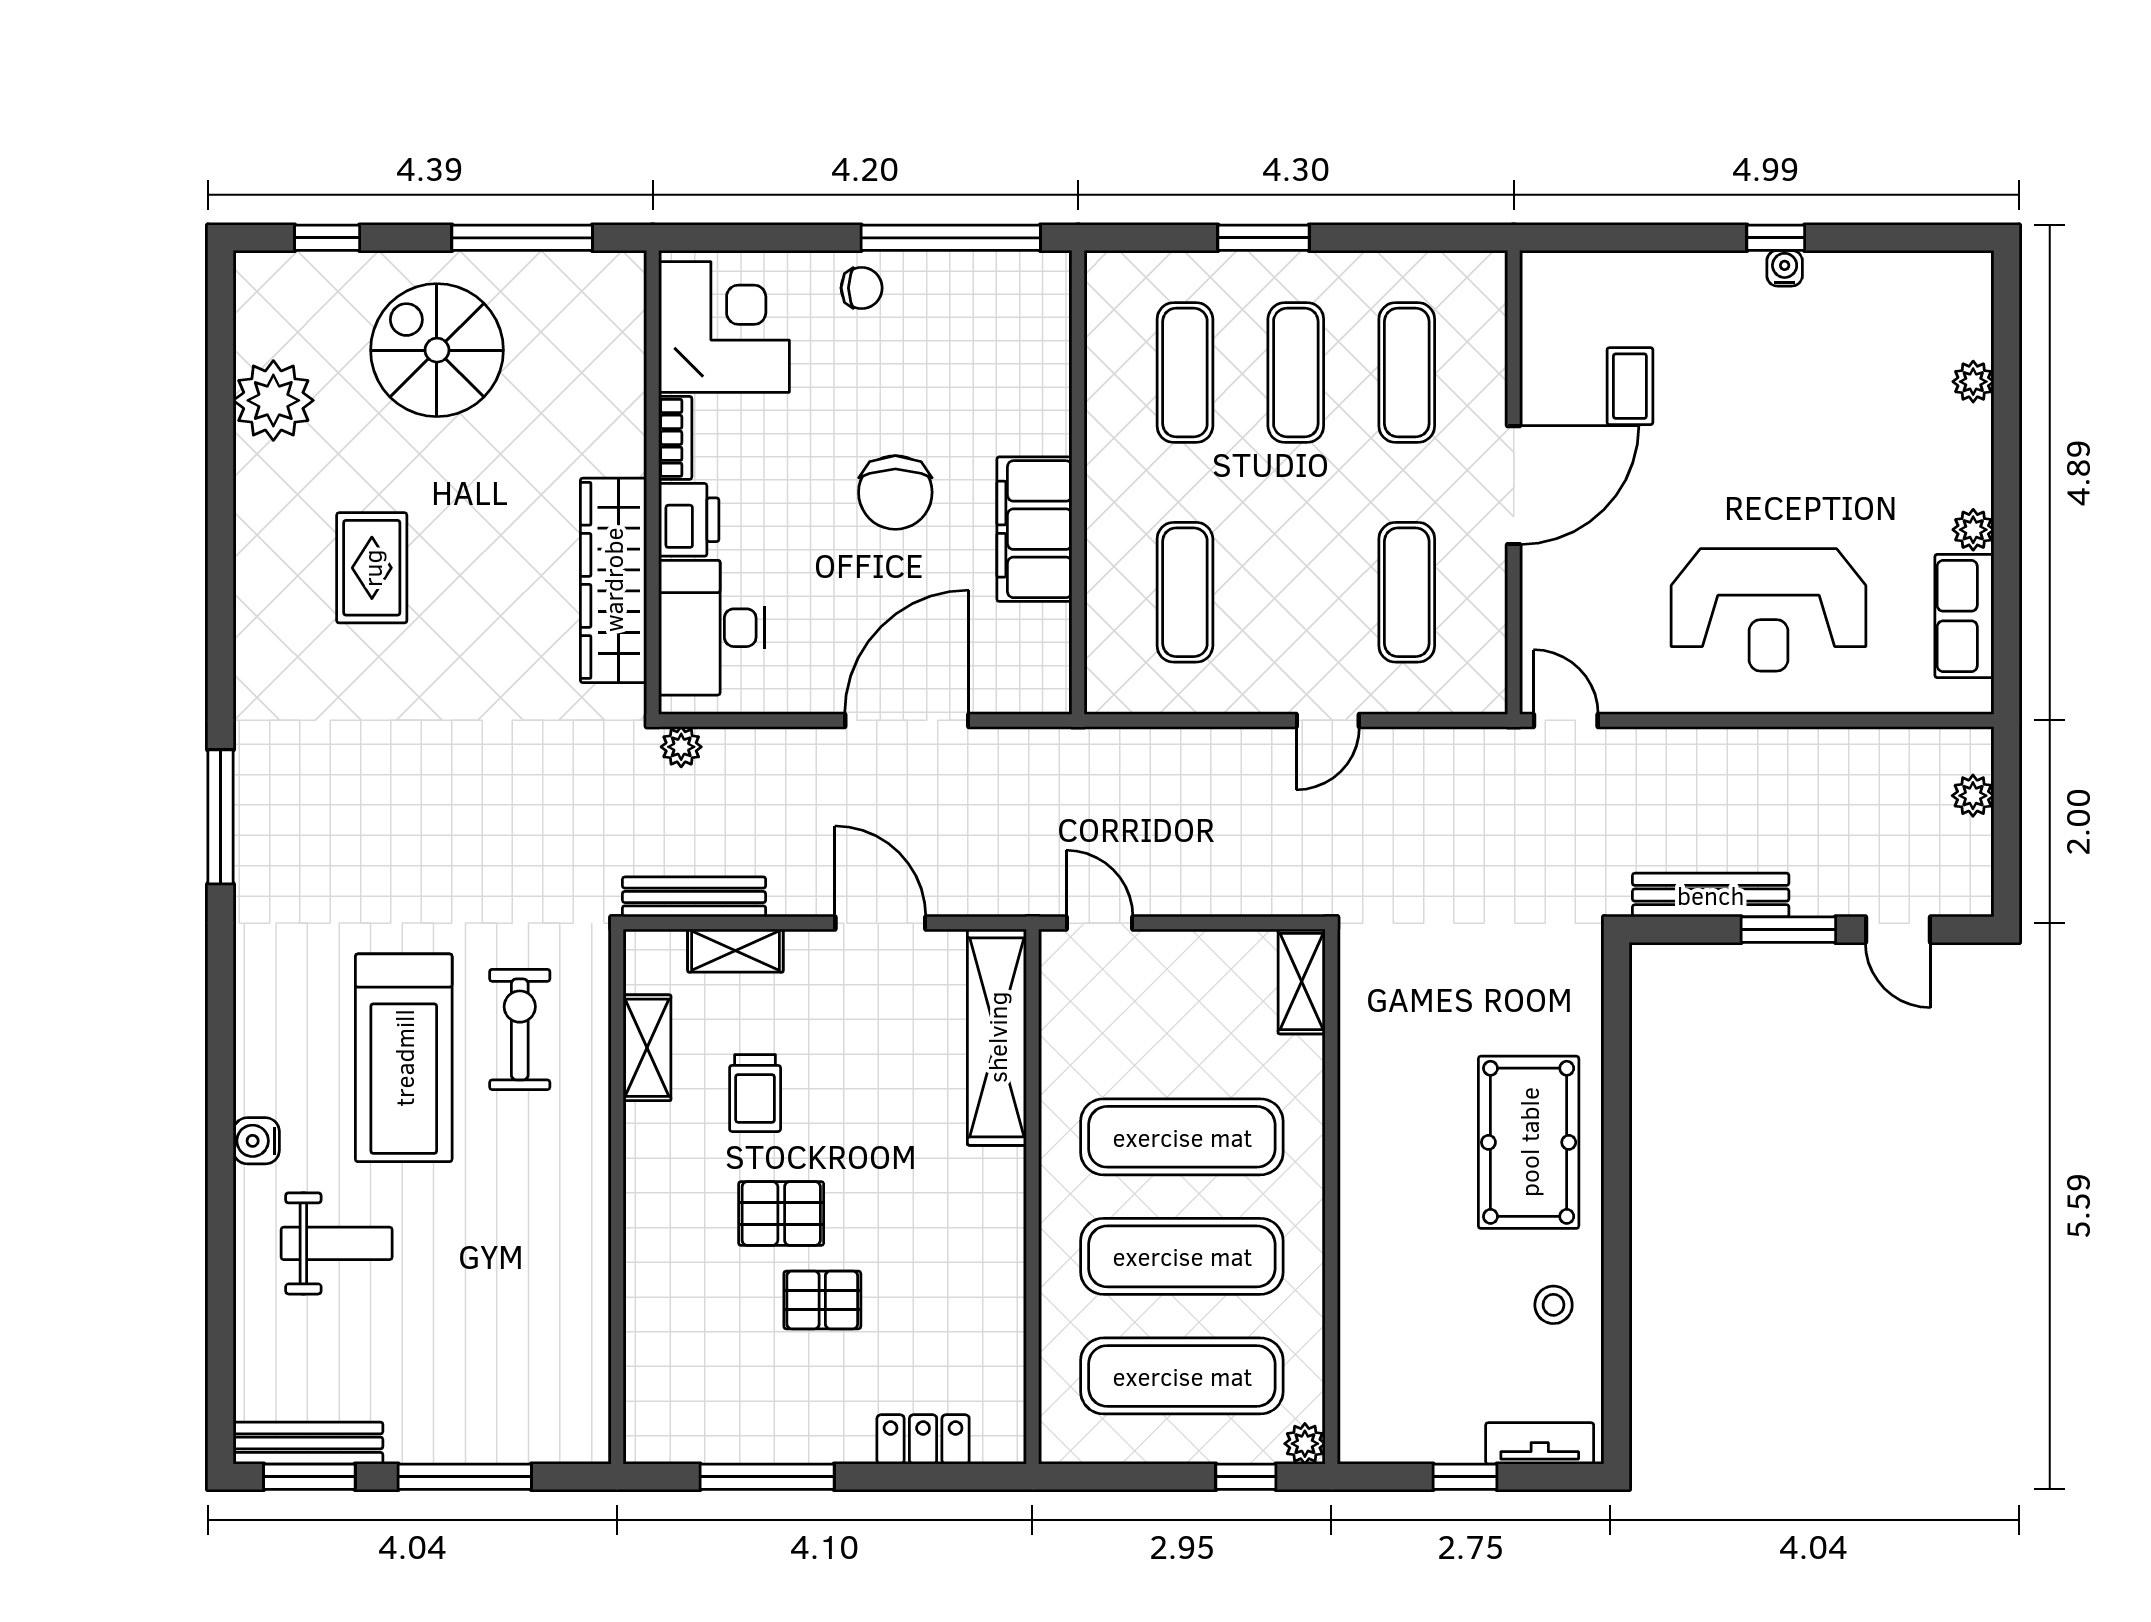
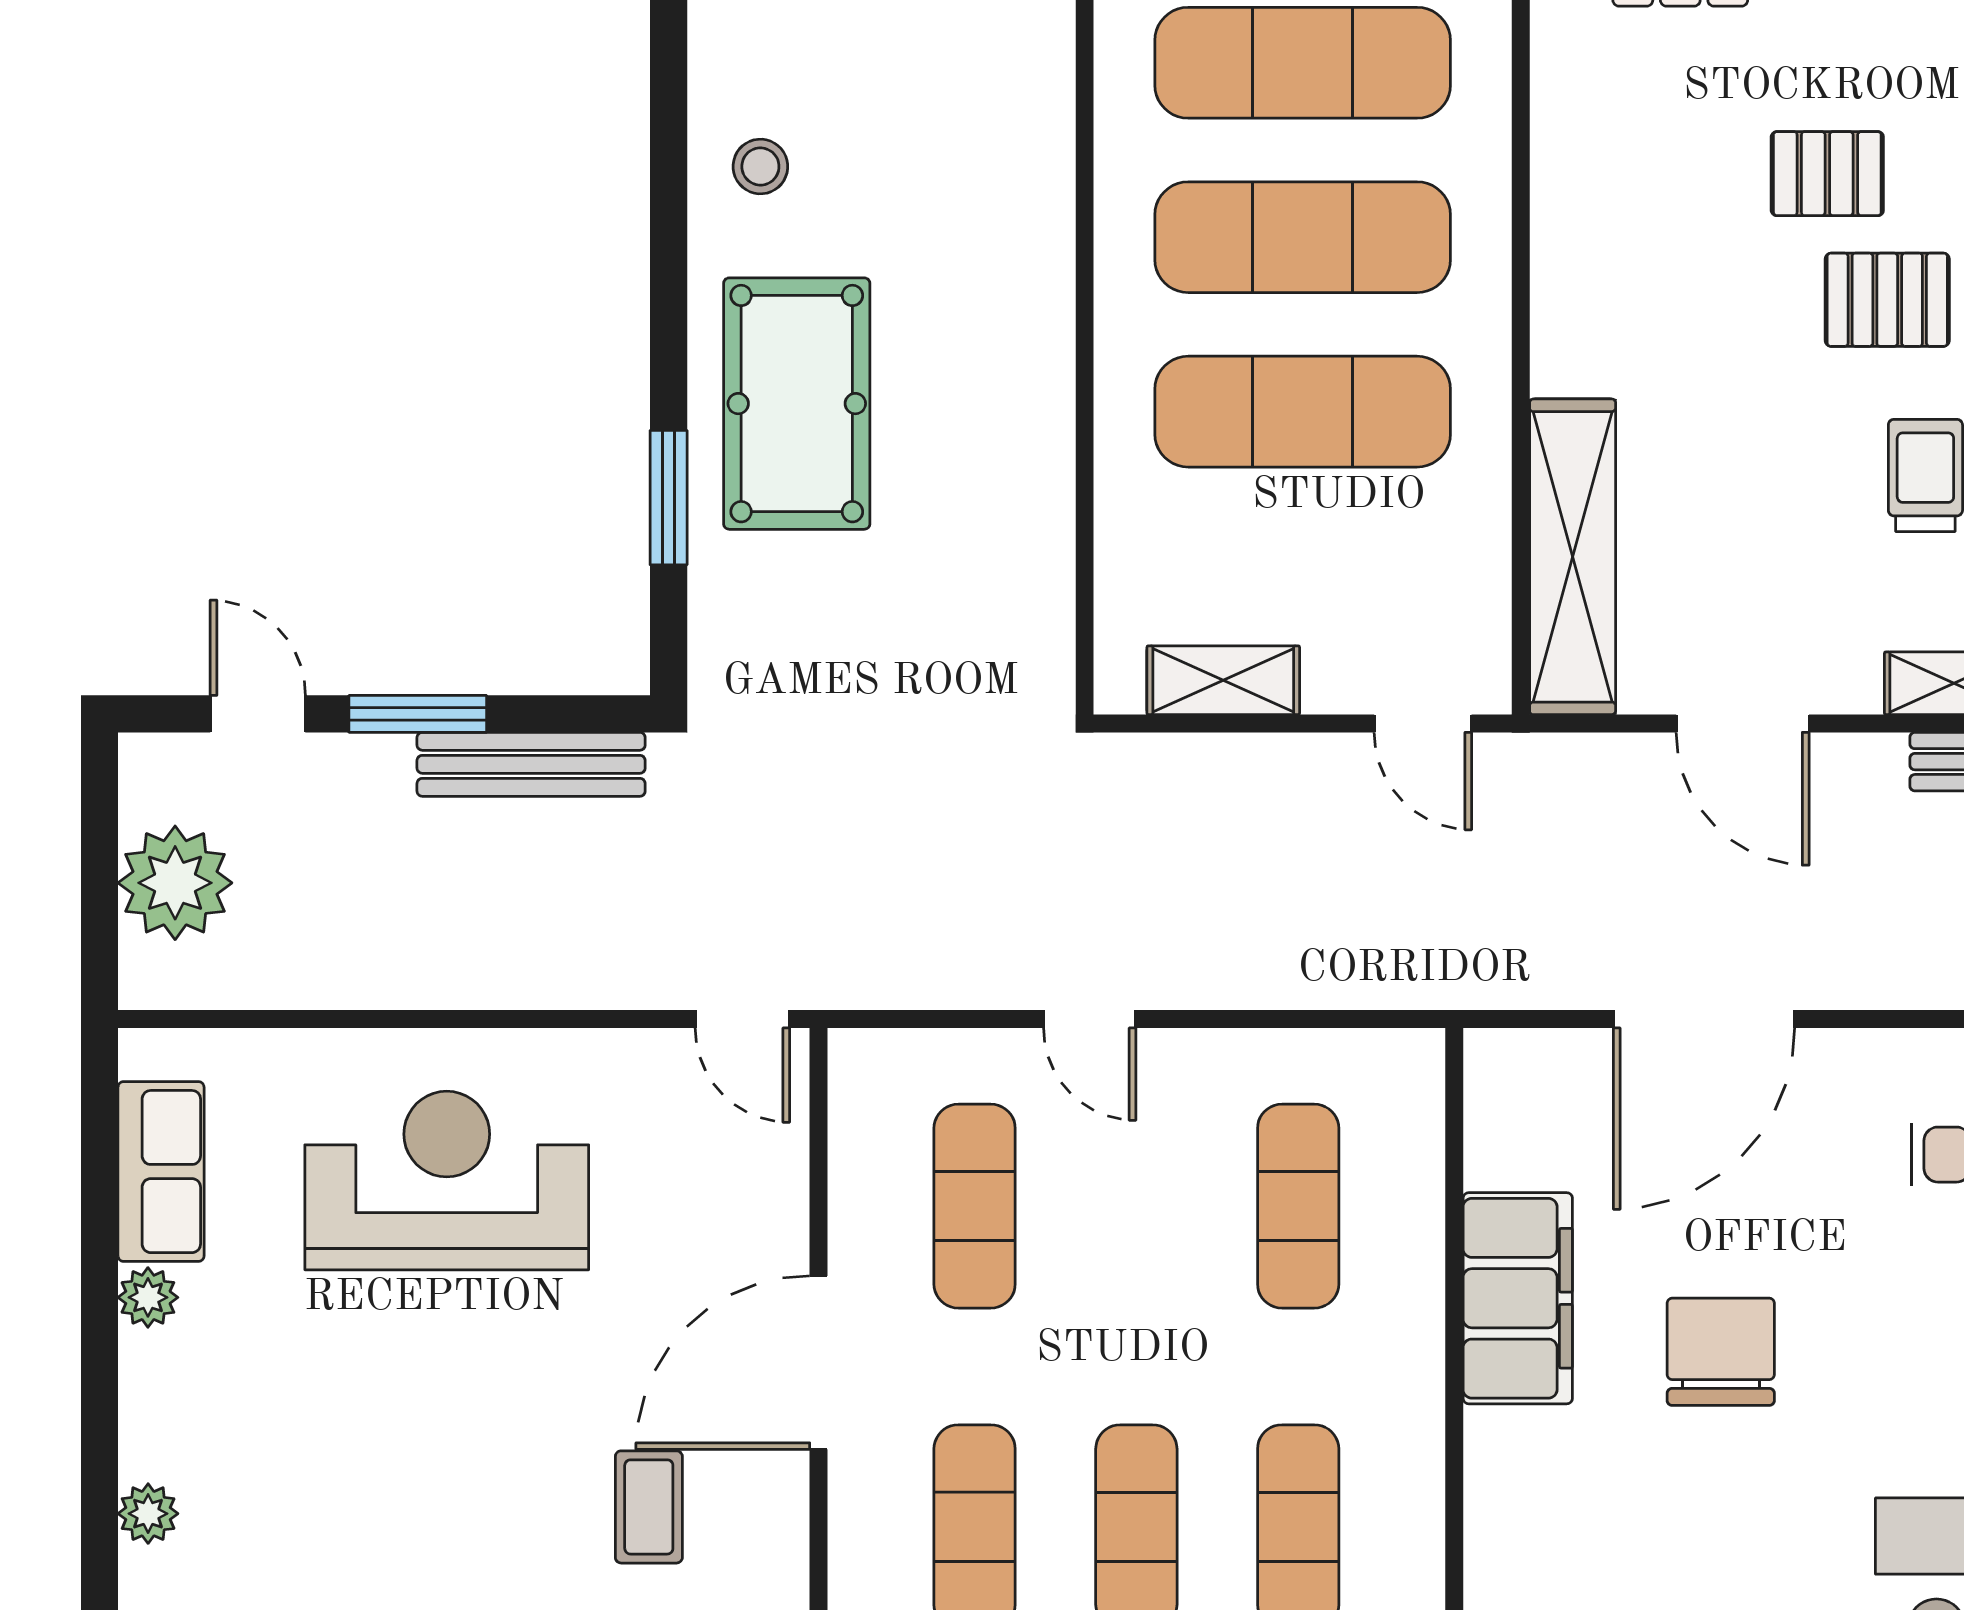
door: (1328, 720) -> (1090, 1019), swing flipped
plant: (1973, 796) -> (175, 883), width x1.88, depth x1.88
shelving: (1302, 982) -> (1223, 680), moved, turned 90
window: (1616, 1078) -> (669, 498), added

